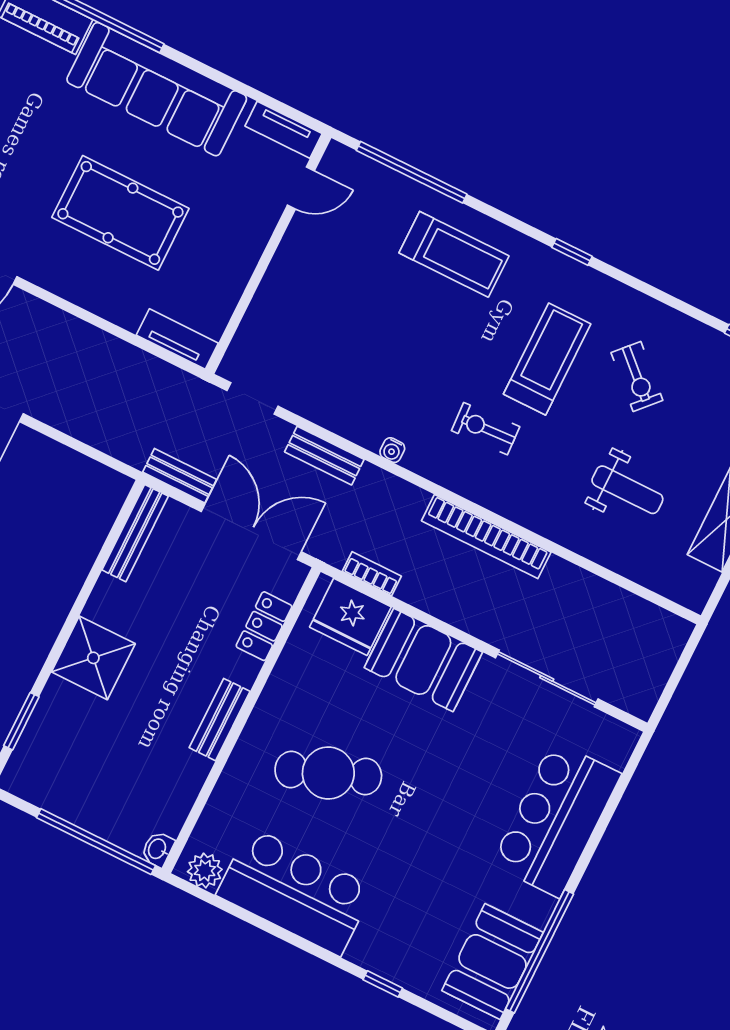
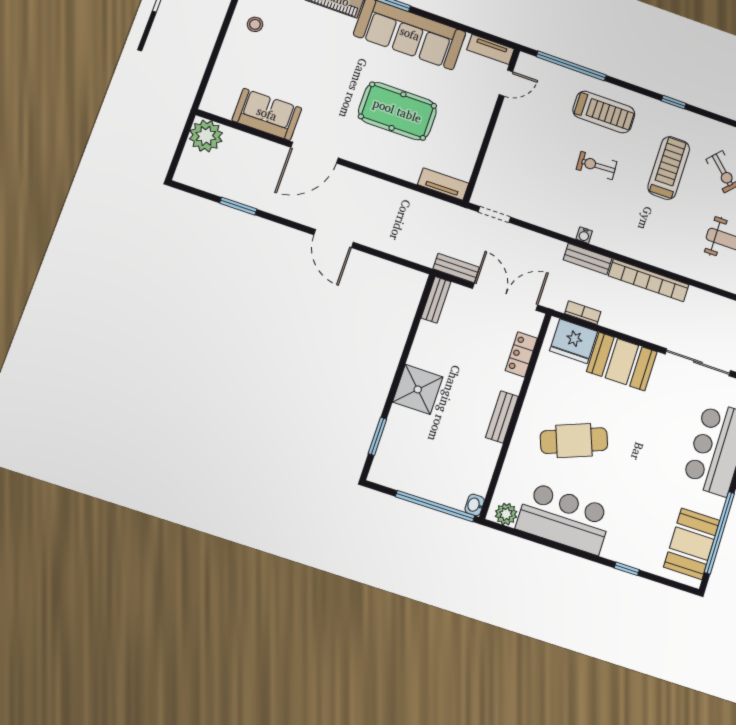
exercise bike: (486, 429) -> (597, 165), moved
bench: (324, 456) -> (588, 259), moved
bench: (135, 533) -> (436, 300), width x0.73

